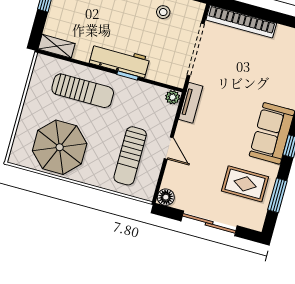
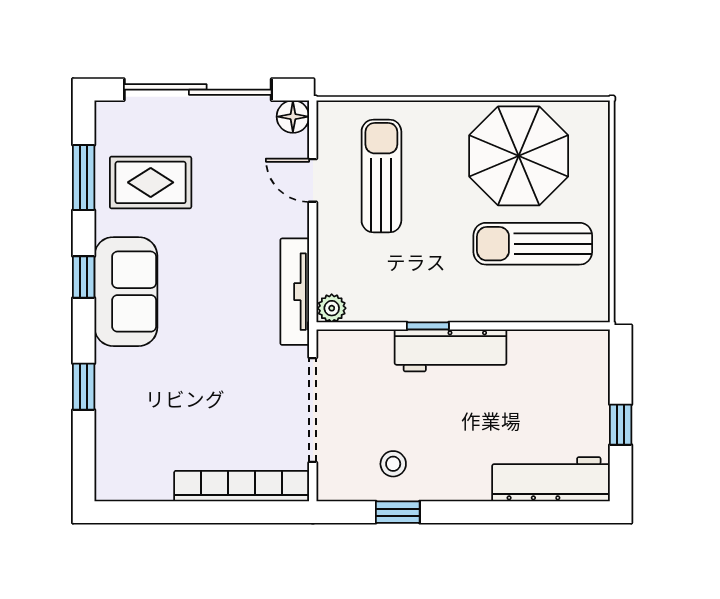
shelving: (57, 46) -> (576, 345), removed
sun lounger: (83, 91) -> (533, 244), moved
tv unit: (191, 103) -> (295, 292), width x1.41
door: (169, 148) -> (313, 180), moved
sliding door: (209, 223) -> (198, 90), width x1.36

